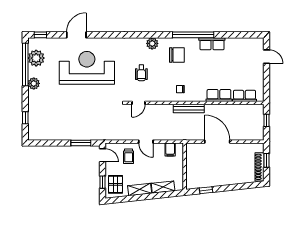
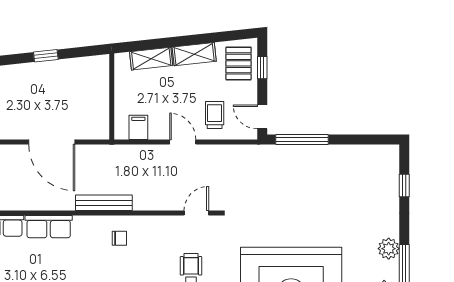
window: (81, 143) -> (302, 139), width x1.44
window: (206, 190) -> (46, 56), moved

